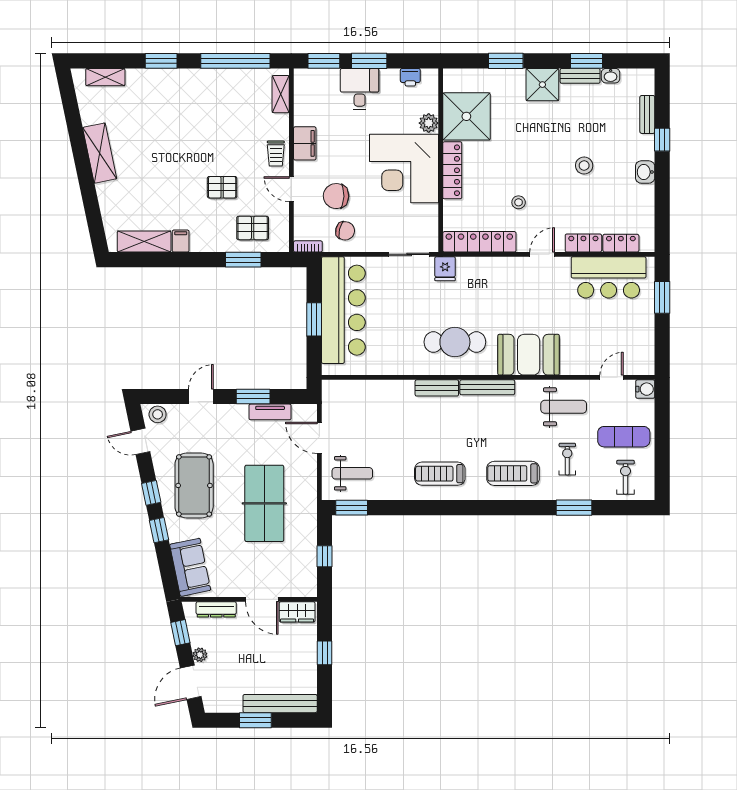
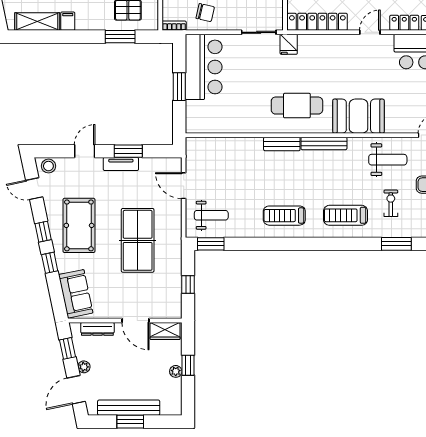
bar counter: (343, 310) -> (204, 67), width x0.73
tv unit: (270, 412) -> (121, 164), moved
plant: (310, 660) -> (176, 371), added
bench: (280, 704) -> (129, 408), moved

